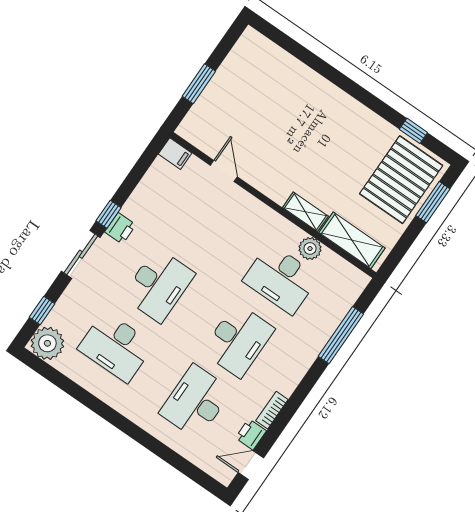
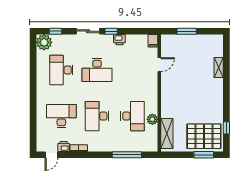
shelving: (305, 212) -> (219, 68), moved
printer: (120, 228) -> (119, 40), moved
desk: (281, 279) -> (133, 116), turned 180
desk: (238, 340) -> (97, 116), turned 90
door: (251, 465) -> (52, 155), swing flipped

